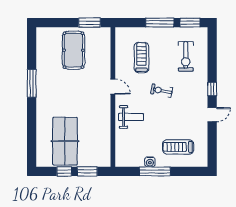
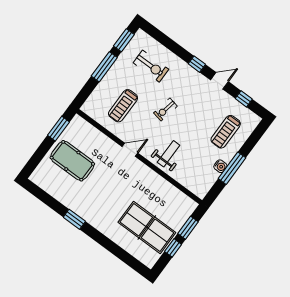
treadmill: (141, 58) -> (123, 106), turned -90
window: (32, 83) -> (74, 219), width x0.69
door: (212, 115) -> (219, 81), hinge flipped
window: (212, 142) -> (244, 99), added

